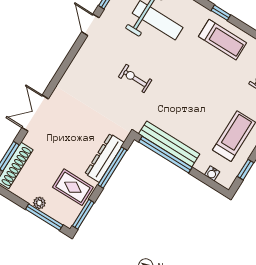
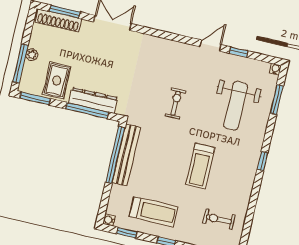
treadmill: (223, 40) -> (200, 166), moved
water cooler: (212, 173) -> (109, 220), moved

